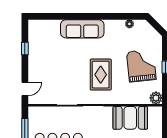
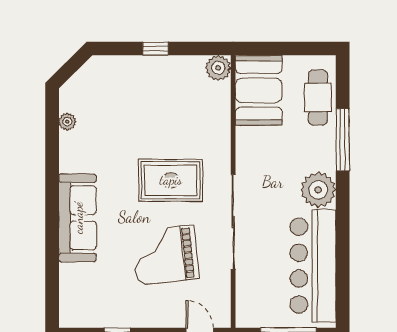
grand piano: (141, 66) -> (165, 255), moved
booth: (130, 118) -> (259, 90), moved

